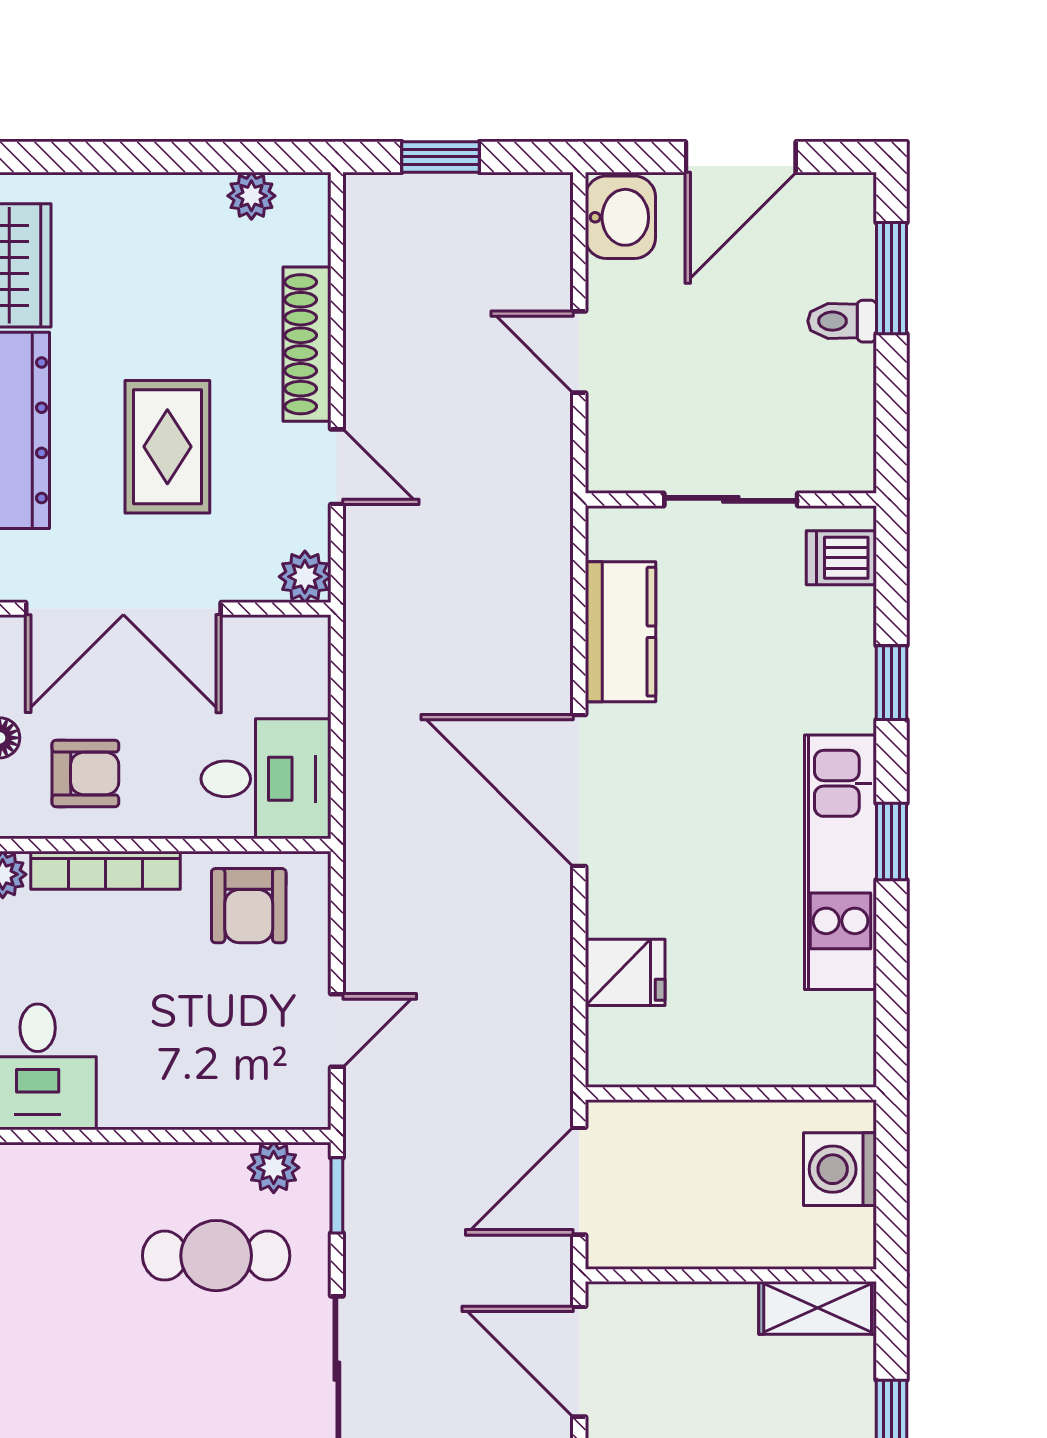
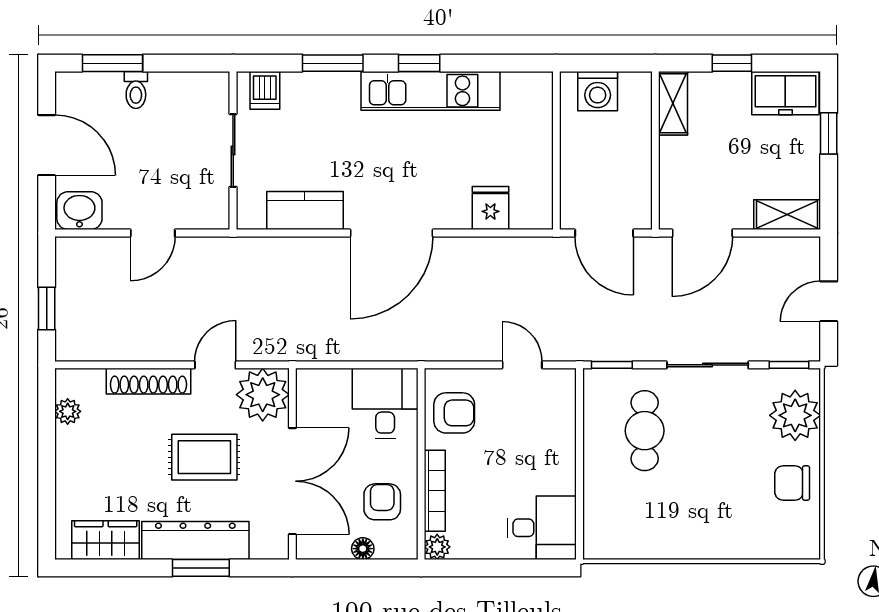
plant: (305, 577) -> (263, 395), width x1.88, depth x1.88
window: (891, 683) -> (333, 63), width x1.50
plant: (274, 1168) -> (597, 399), removed

